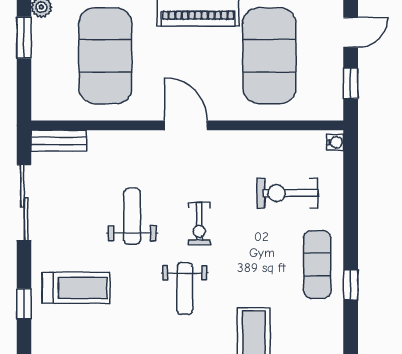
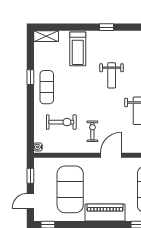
door: (186, 125) -> (111, 155), swing flipped
exercise bike: (199, 224) -> (92, 131), moved
weight bench: (185, 289) -> (112, 75), turned 180

